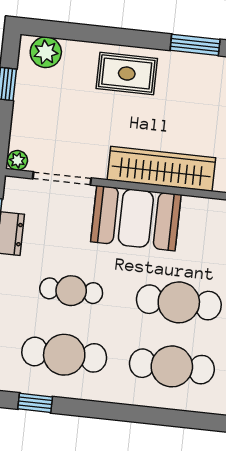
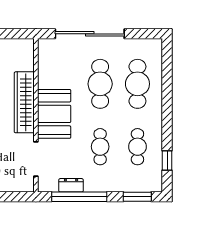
plant: (17, 160) -> (28, 186), removed
cafe table: (64, 355) -> (137, 147), width x0.73, depth x0.74

